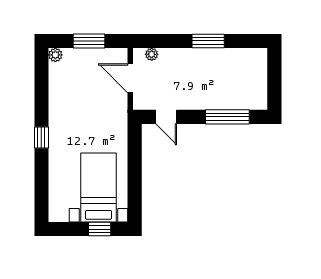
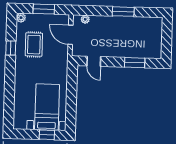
rug: (76, 95) -> (34, 45), added
window: (227, 117) -> (135, 63), width x0.69
window: (41, 138) -> (11, 48), moved

